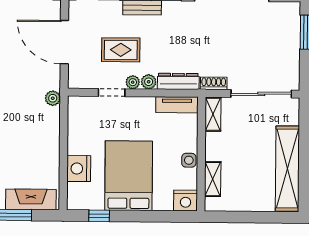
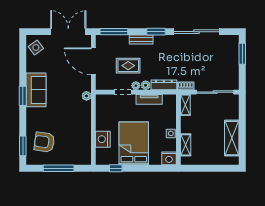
tv unit: (177, 105) -> (149, 99), moved
shelving: (287, 169) -> (232, 138), width x0.68
fireplace: (31, 199) -> (74, 158), removed

